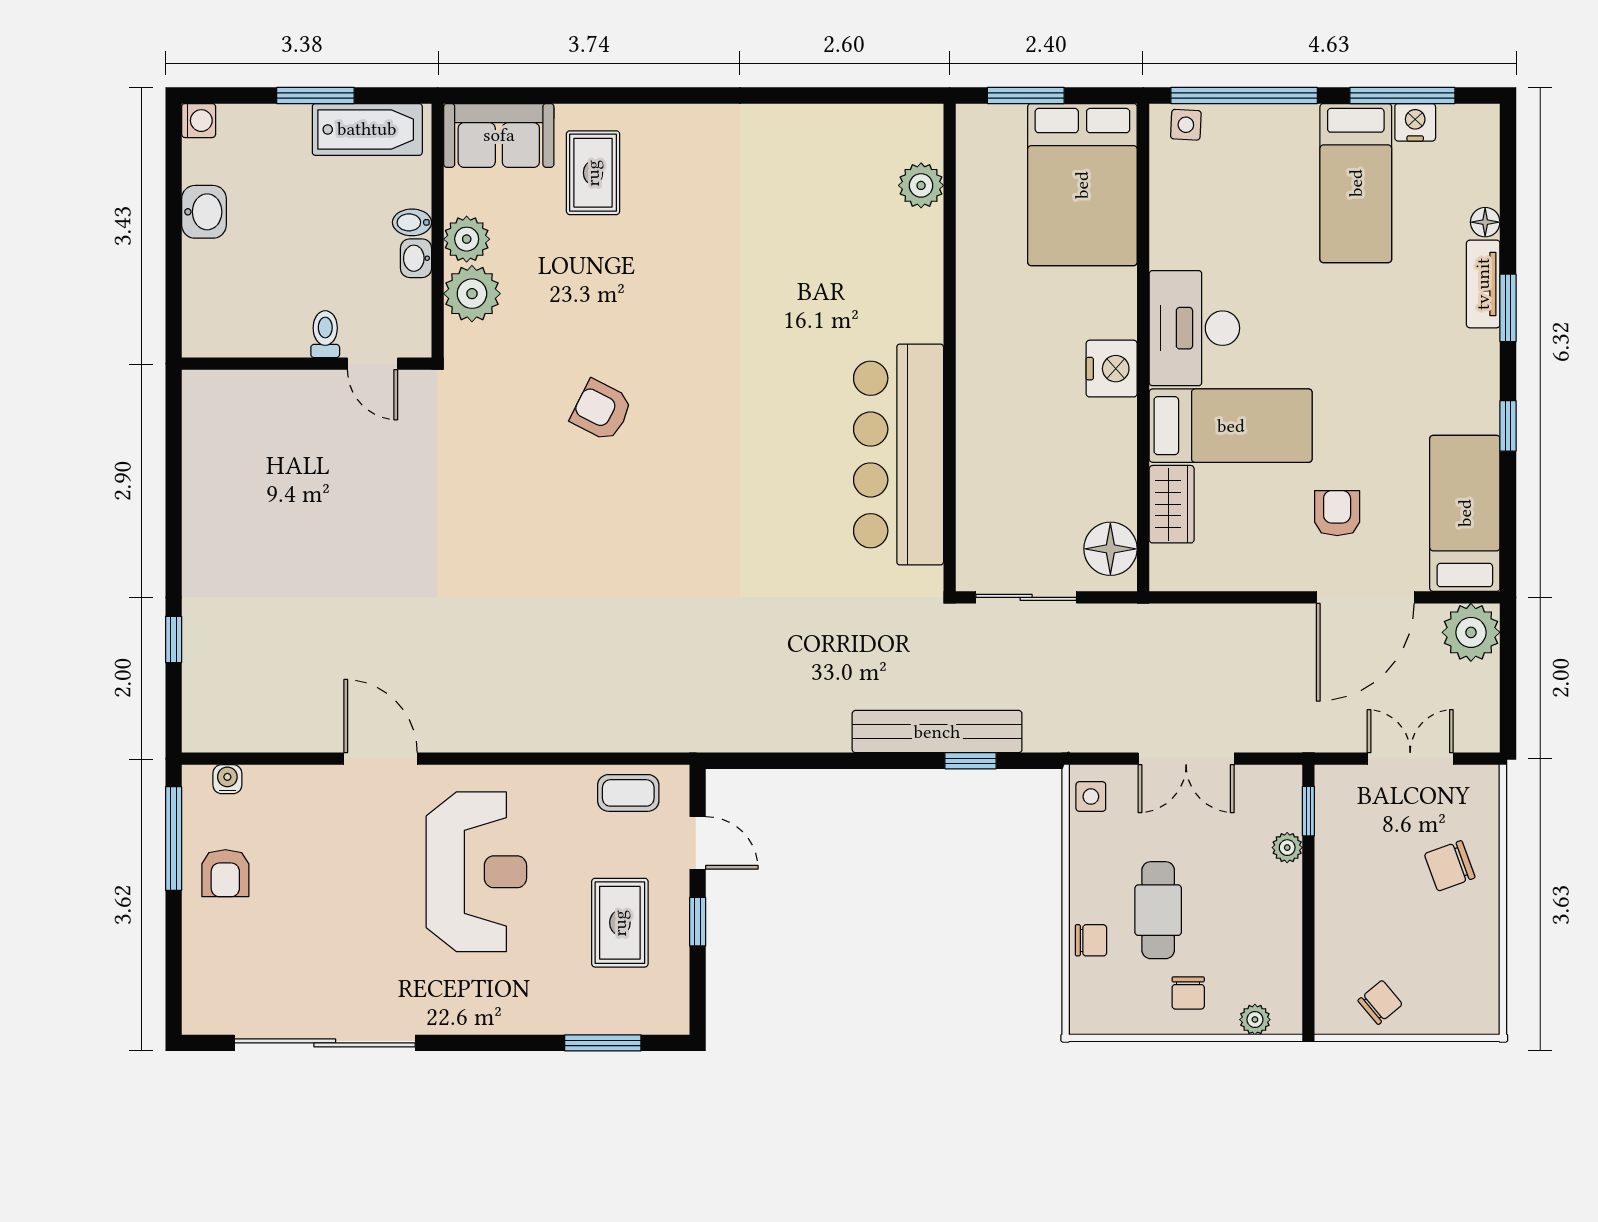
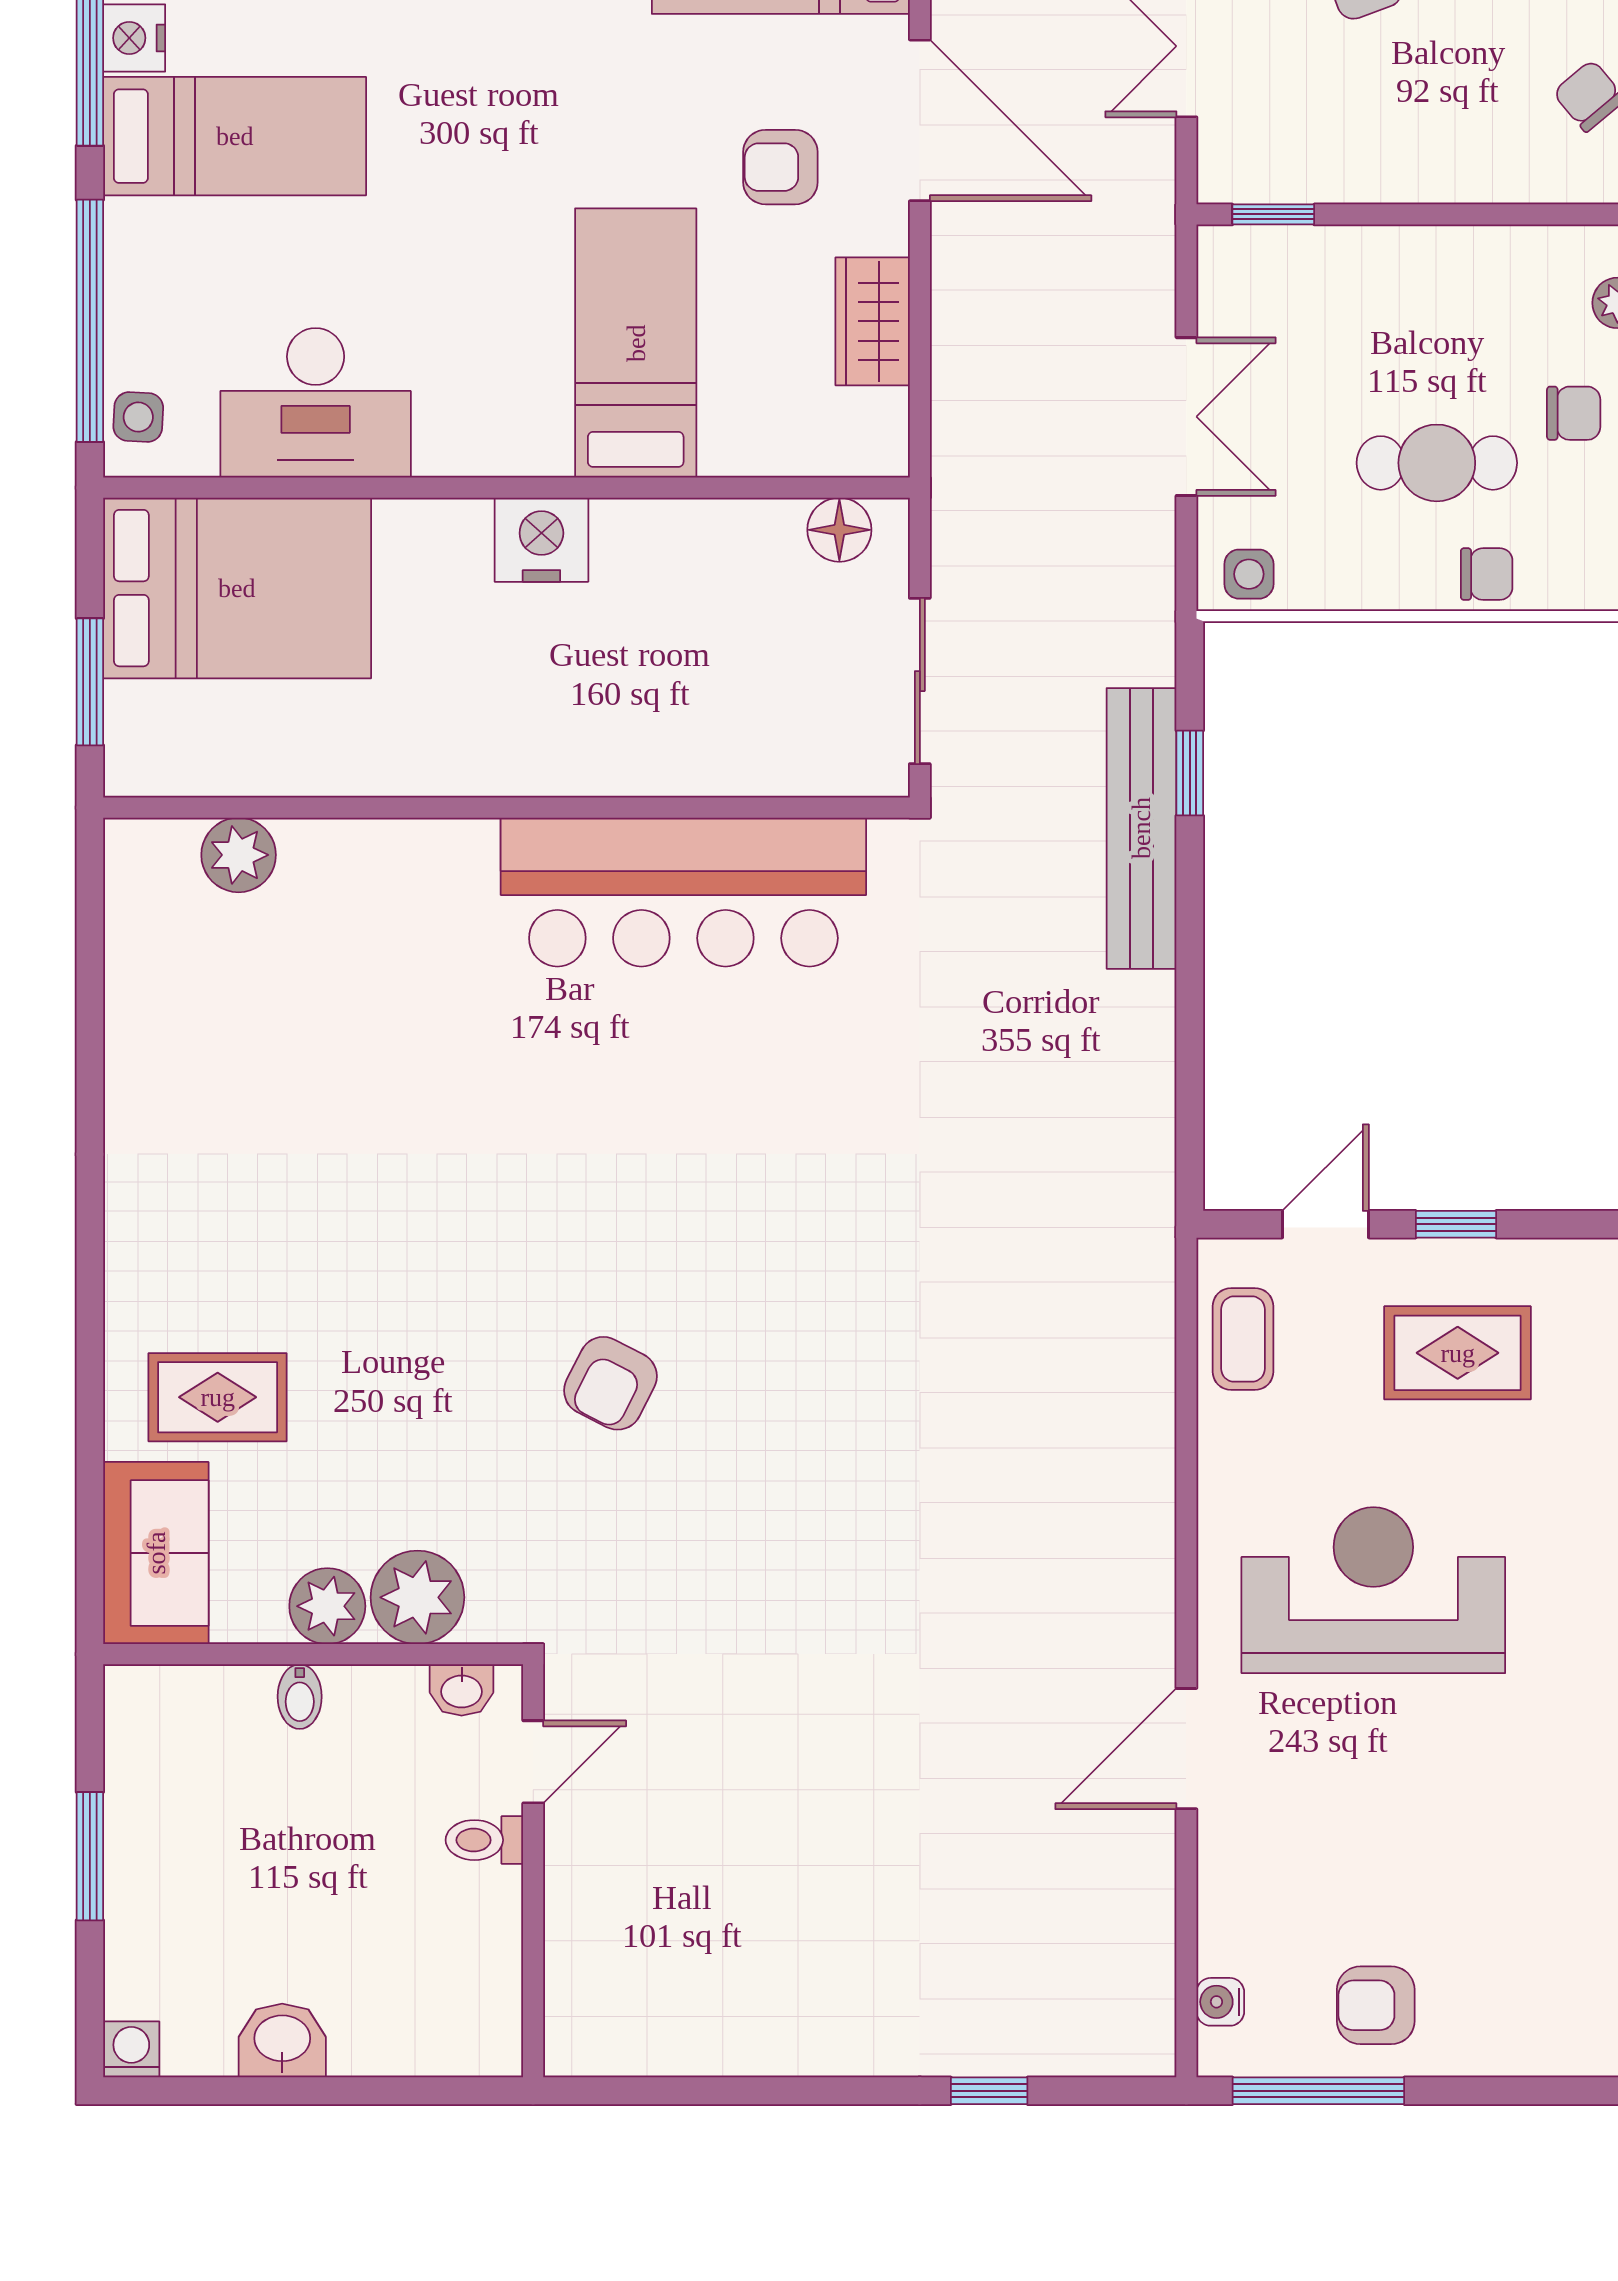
bathtub: (367, 129) -> (146, 1770), removed
washbasin: (416, 258) -> (462, 1690), moved
desk: (1194, 328) -> (316, 403), moved
wardrobe: (1172, 504) -> (873, 321), moved, turned -90
floor lamp: (1110, 549) -> (839, 530), width x0.73, depth x0.73
plant: (1287, 848) -> (1333, 250), removed
armchair: (225, 873) -> (1376, 2005), turned 180
chair: (1091, 940) -> (1487, 574), turned 90

